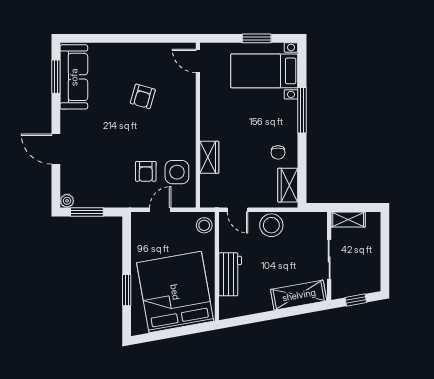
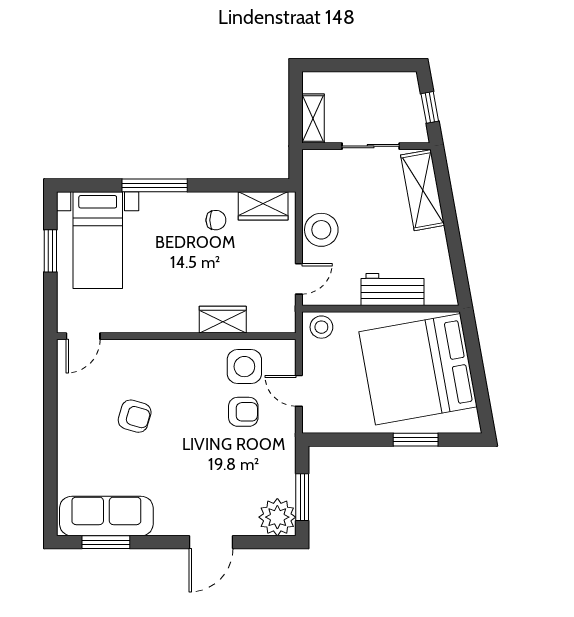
plant: (67, 201) -> (277, 517), width x1.87, depth x1.87

